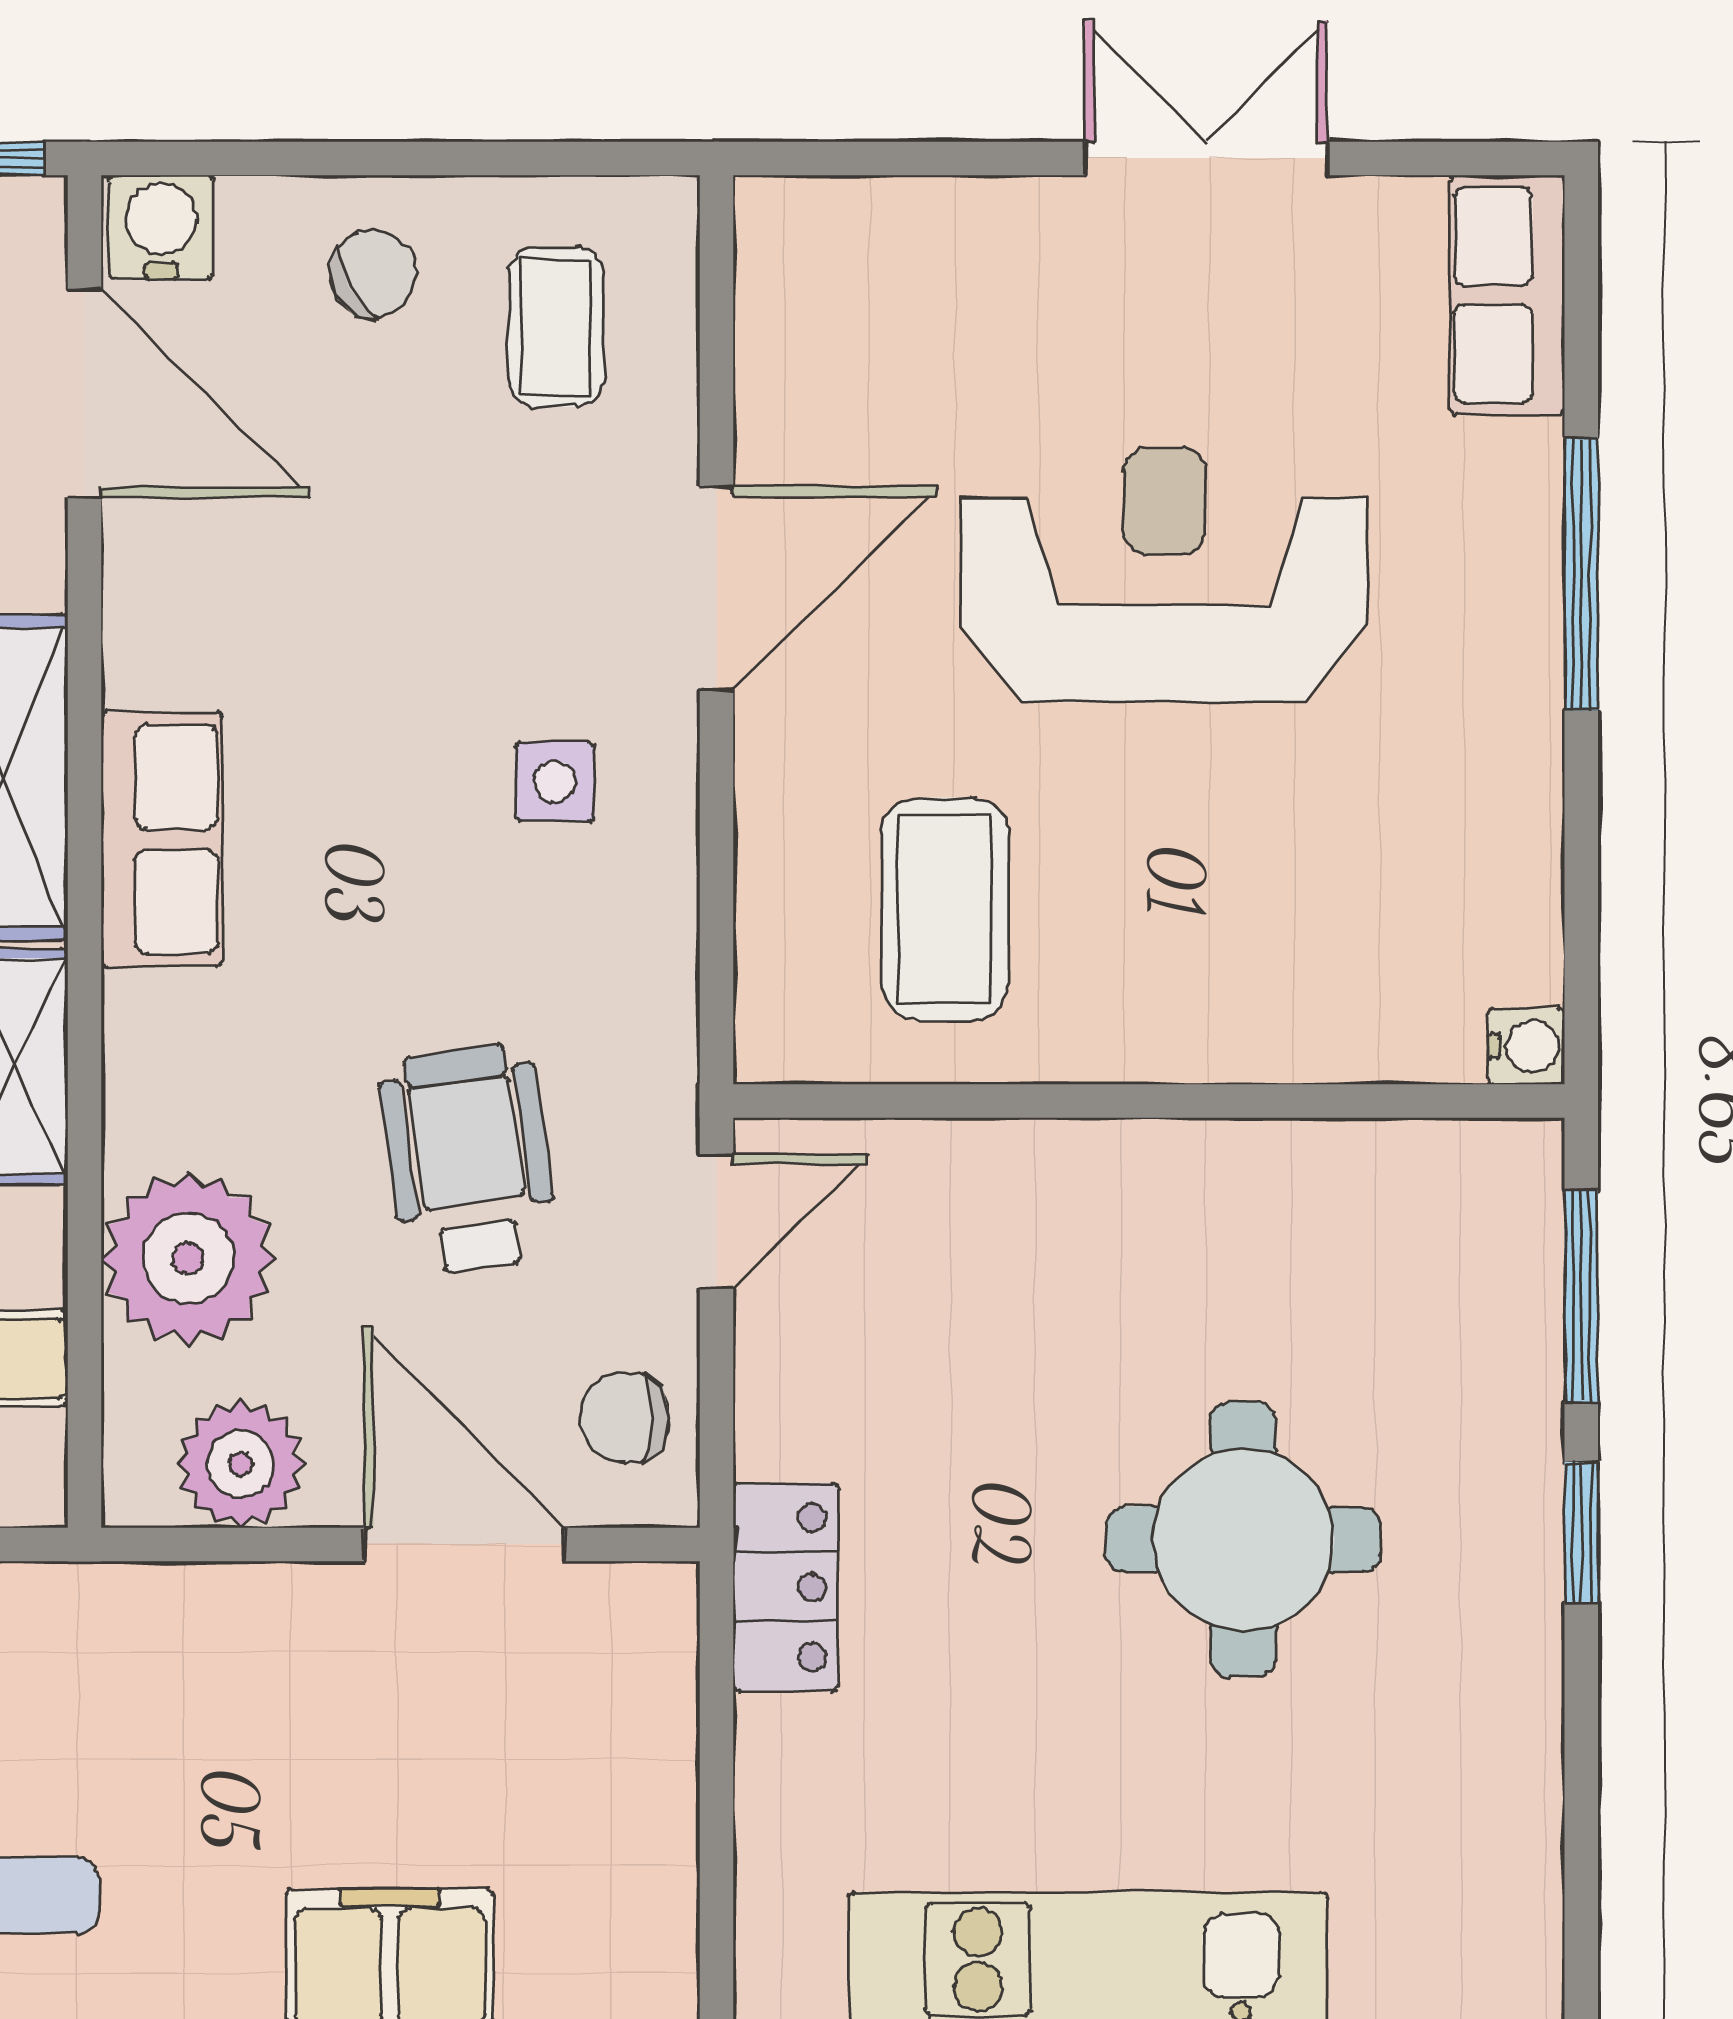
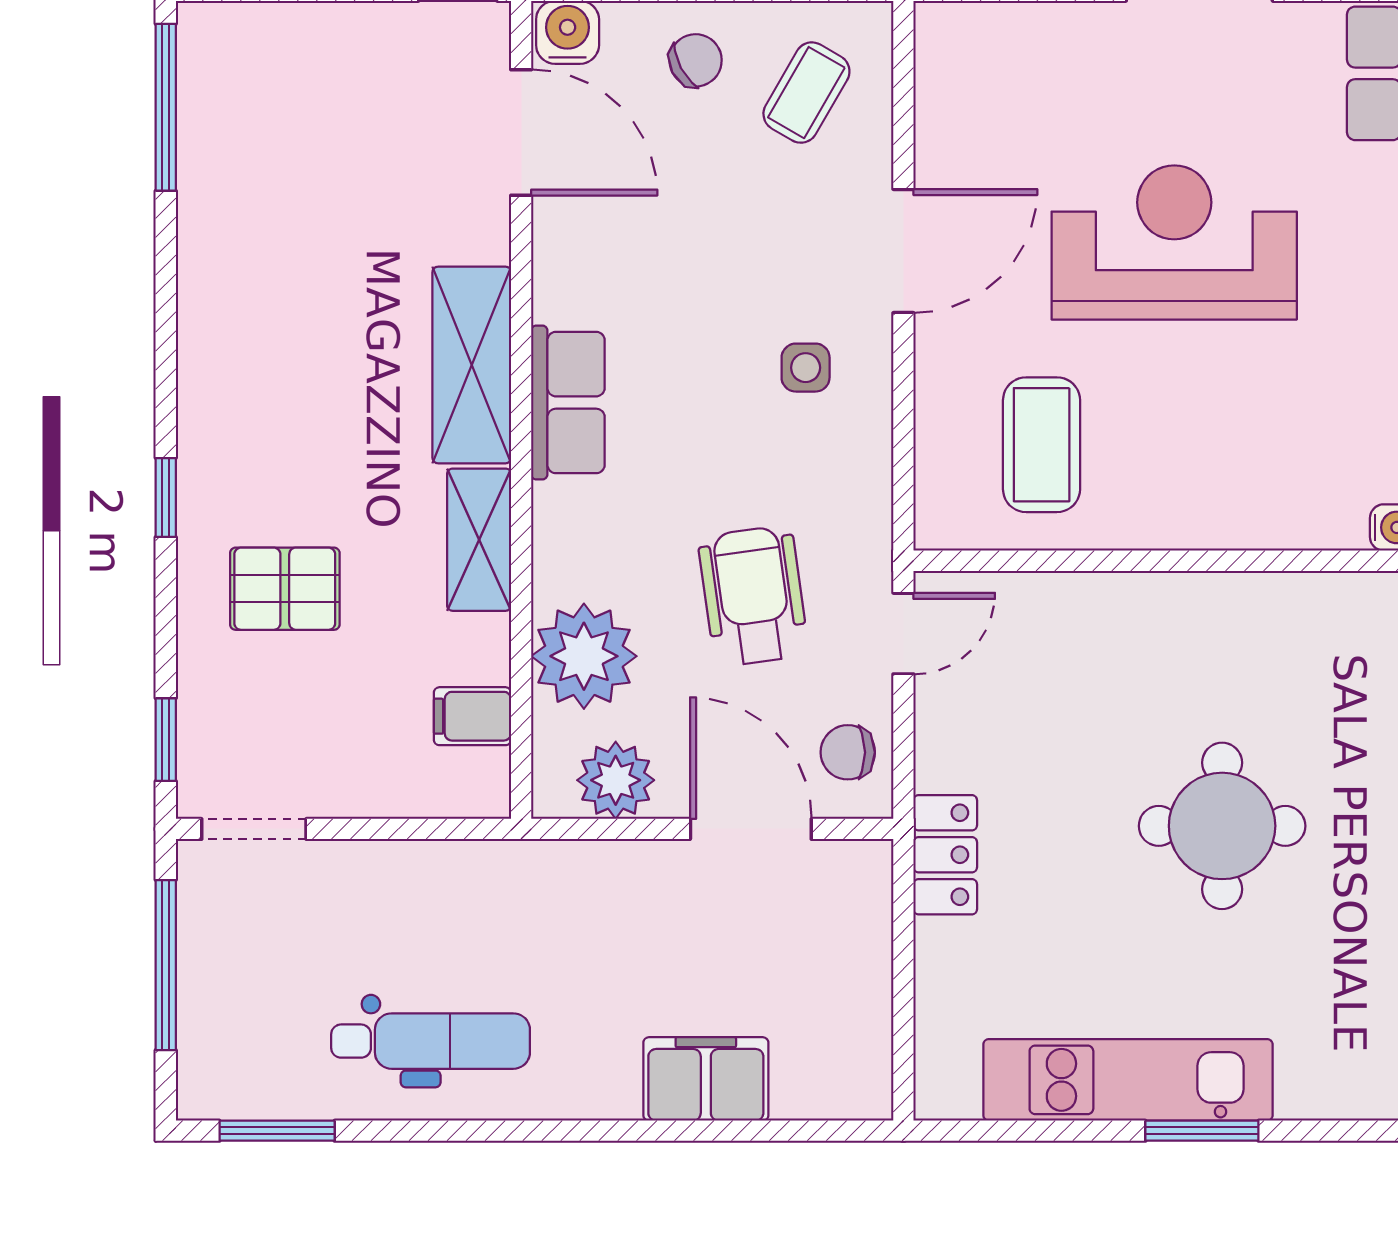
coffee table: (556, 327) -> (806, 93), turned 30

